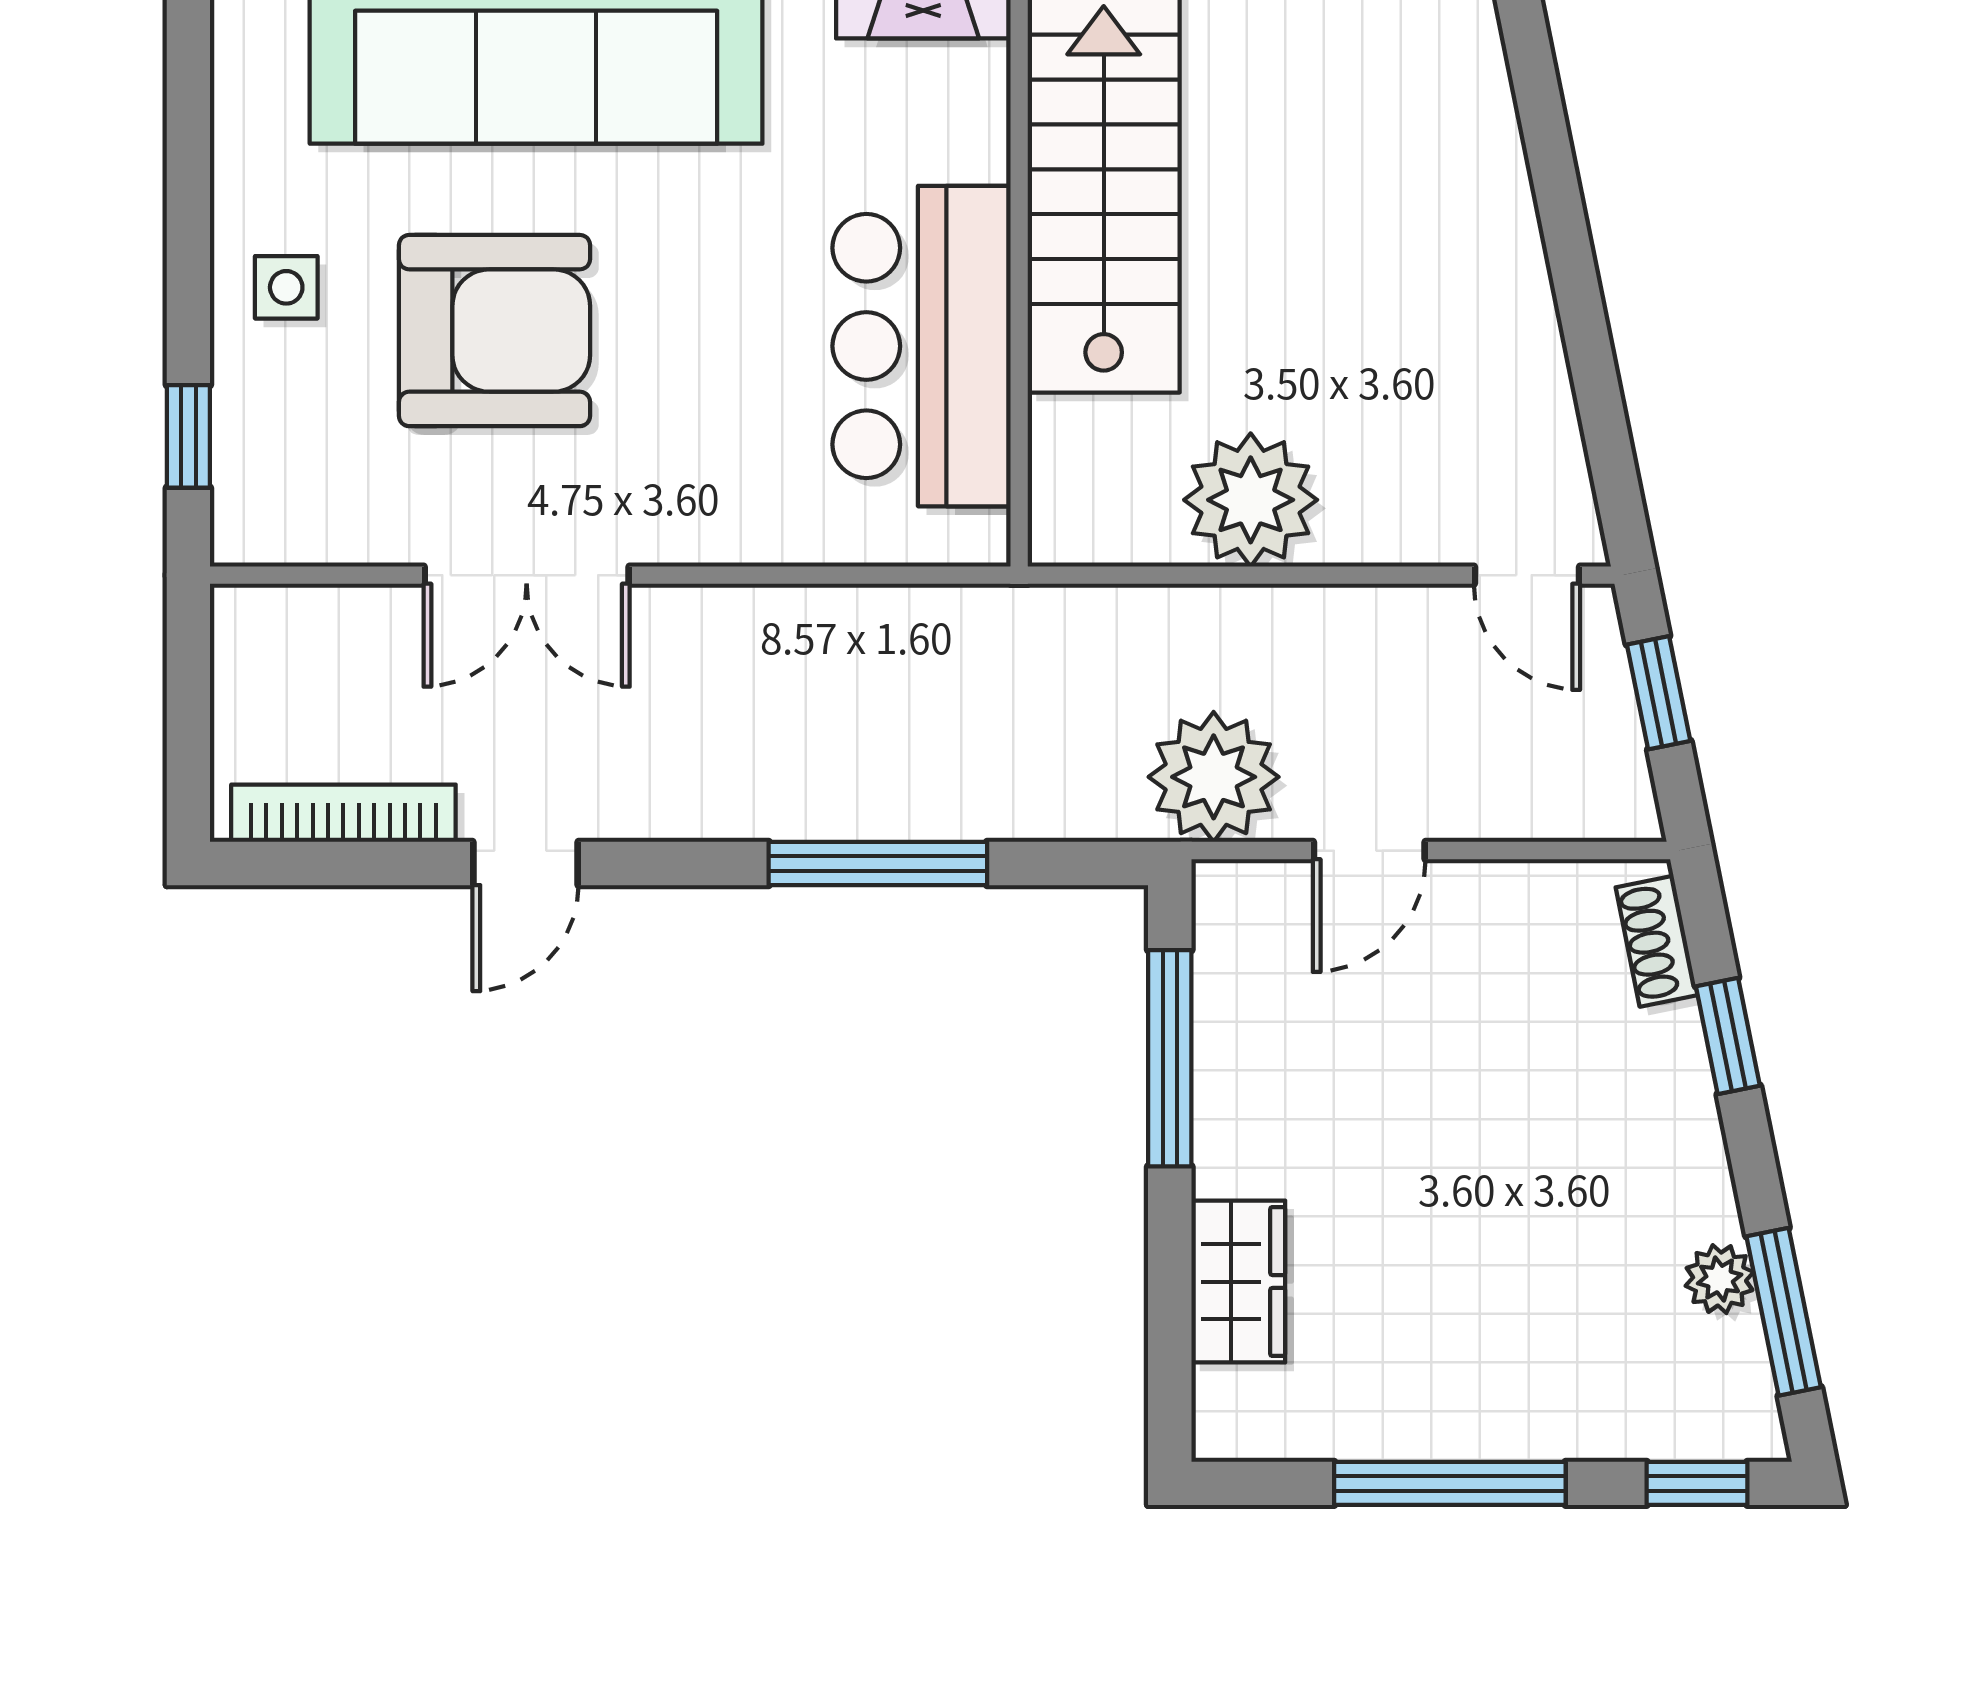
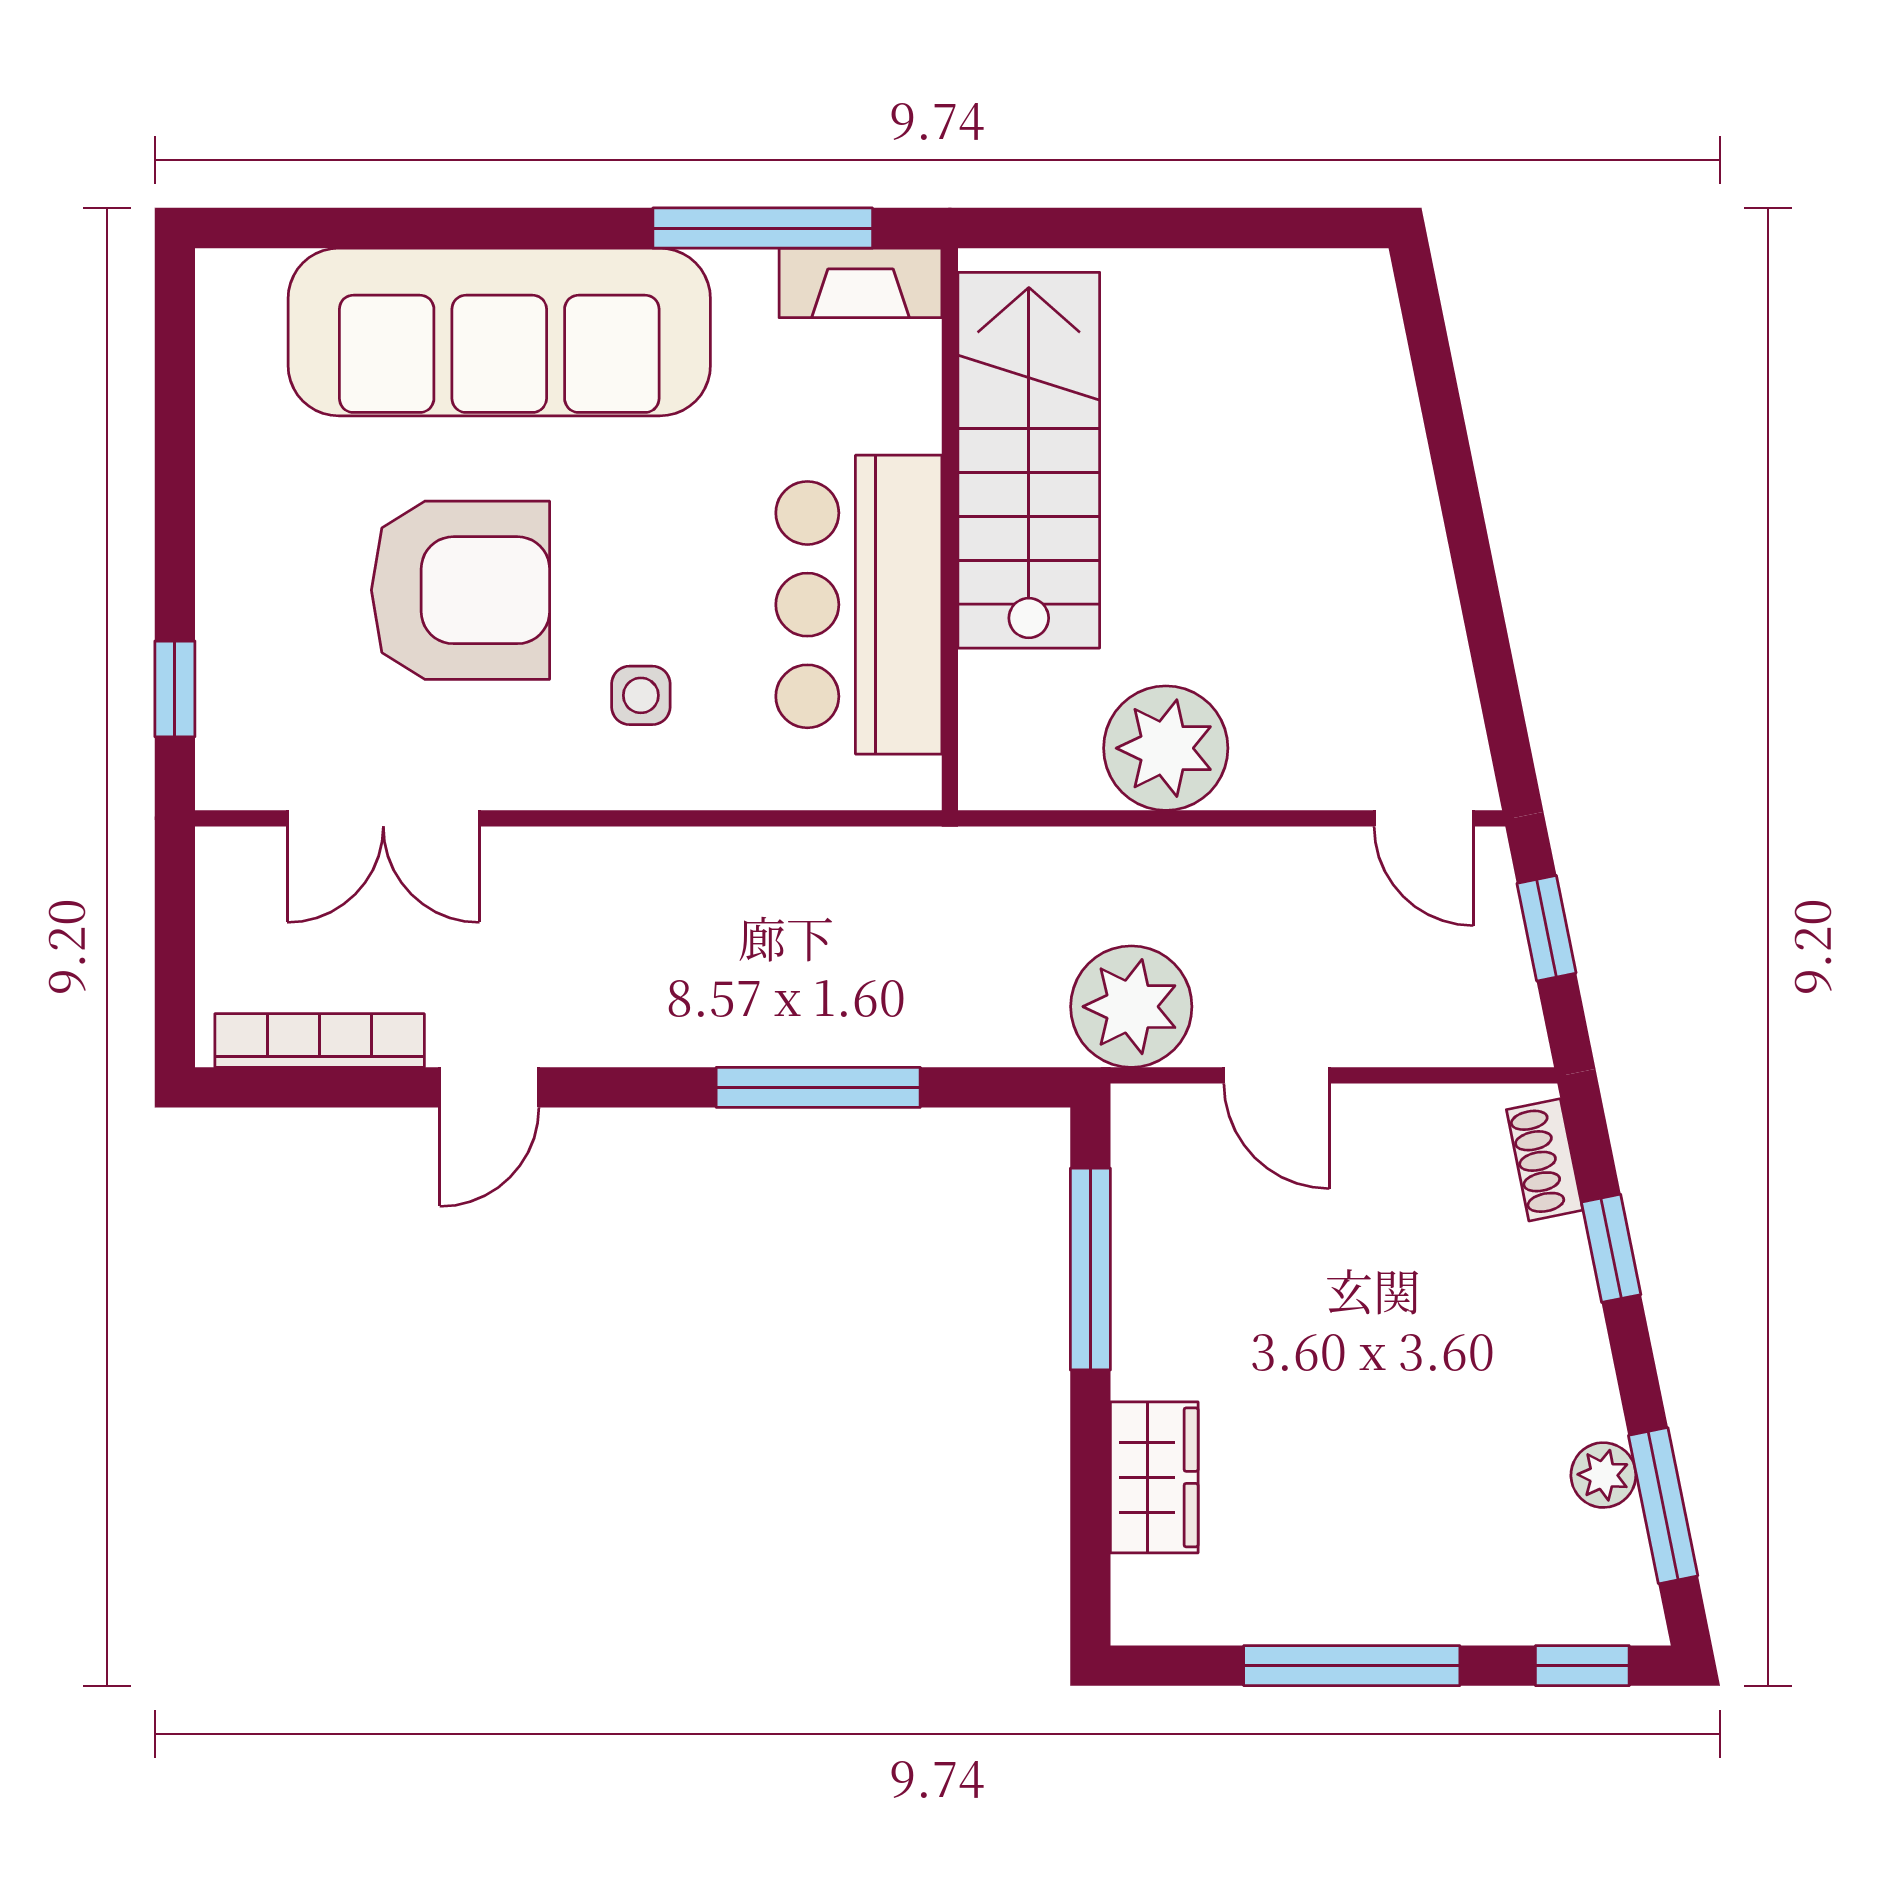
side table: (286, 287) -> (641, 695), moved
double door: (527, 575) -> (383, 818), moved
door: (1369, 851) -> (1277, 1075), hinge flipped

